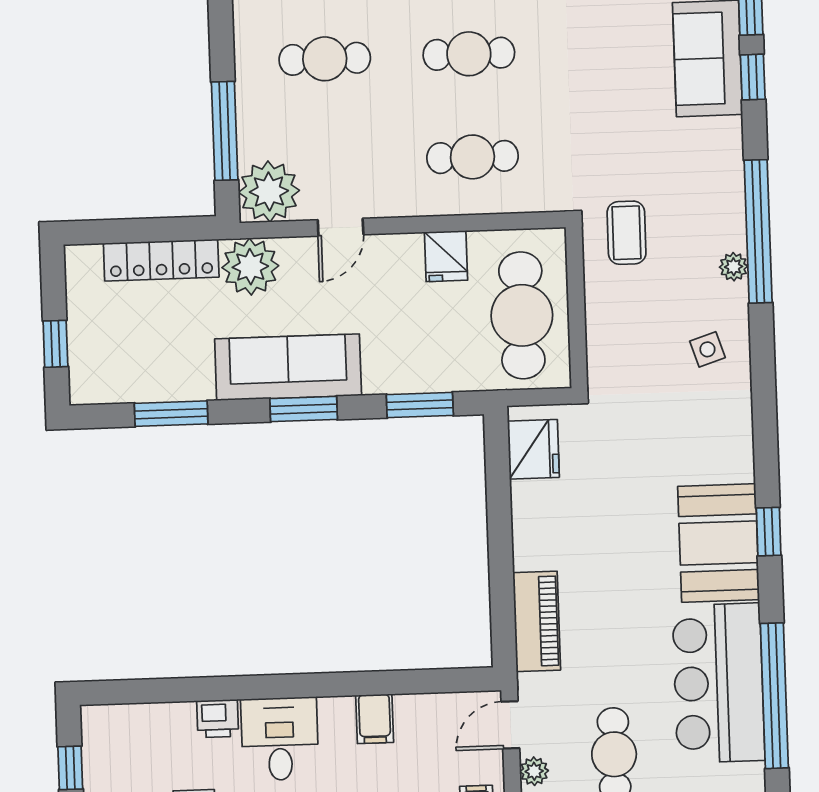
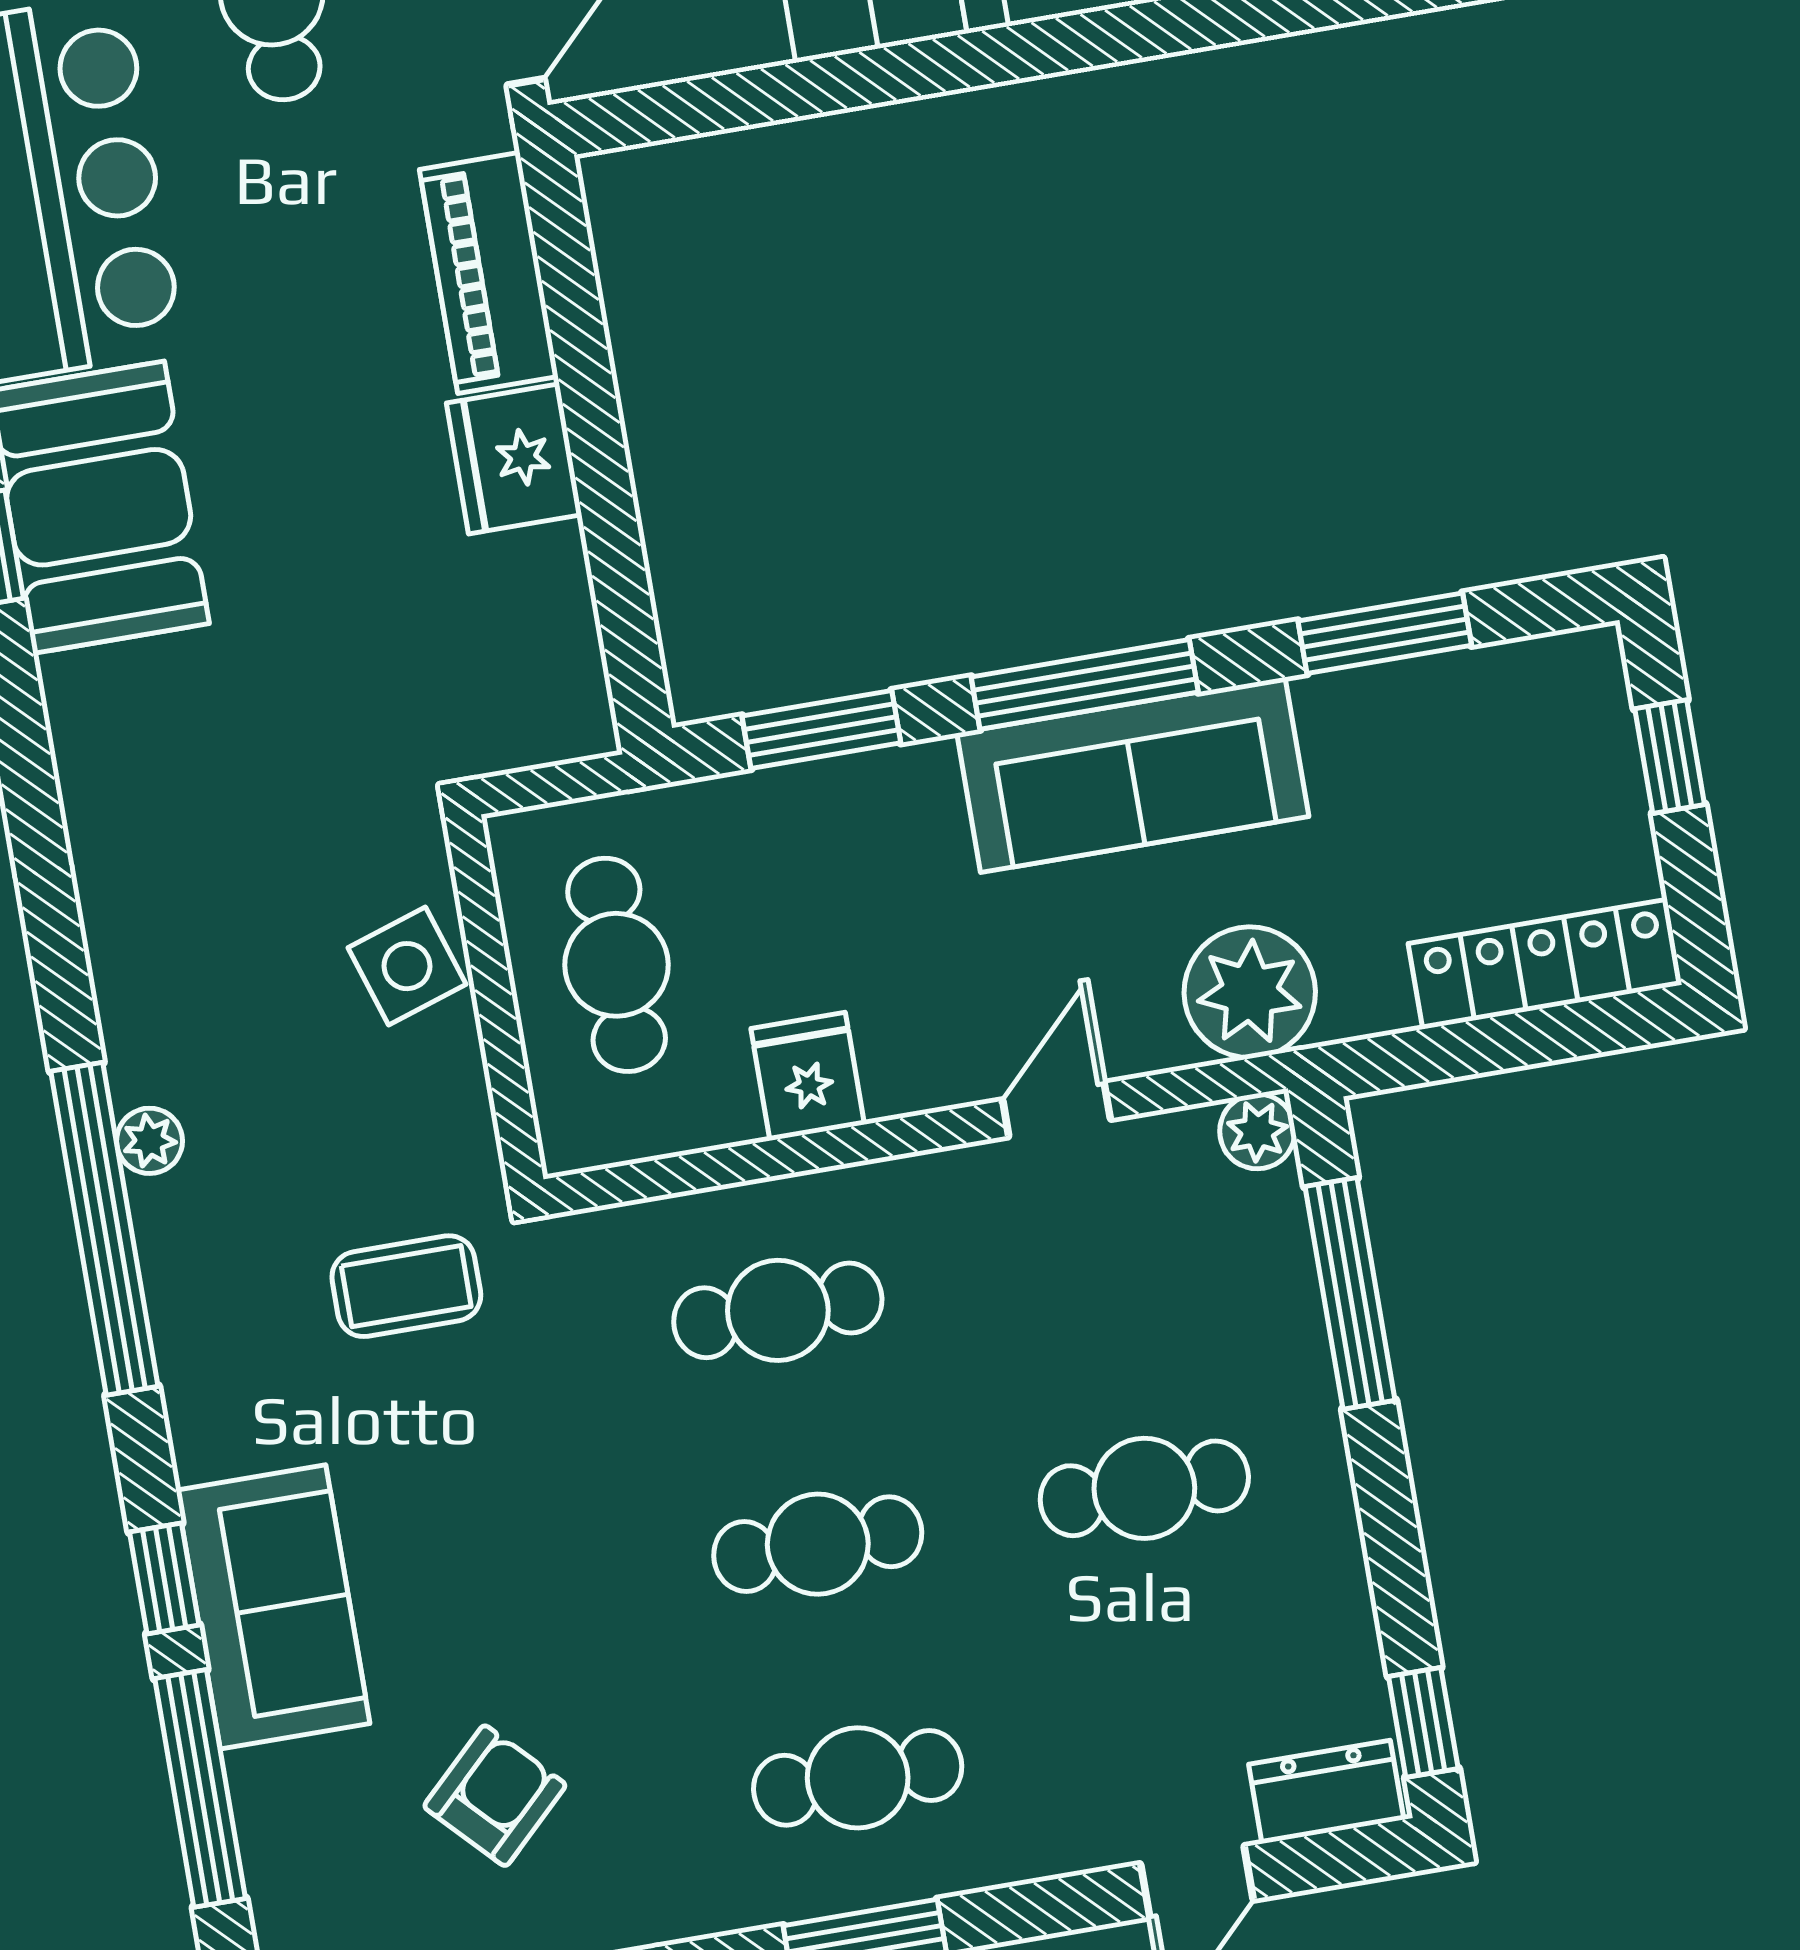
plant: (269, 191) -> (1257, 1131), width x0.53, depth x0.53
coffee table: (627, 233) -> (406, 1286), moved, turned 90
locker: (161, 260) -> (1545, 964), moved
cafe table: (522, 315) -> (617, 965), width x0.73, depth x0.74
side table: (707, 349) -> (407, 966), moved, width x1.37, depth x1.37
window: (304, 409) -> (1085, 684), width x1.44
fridge: (533, 449) -> (514, 459), moved

